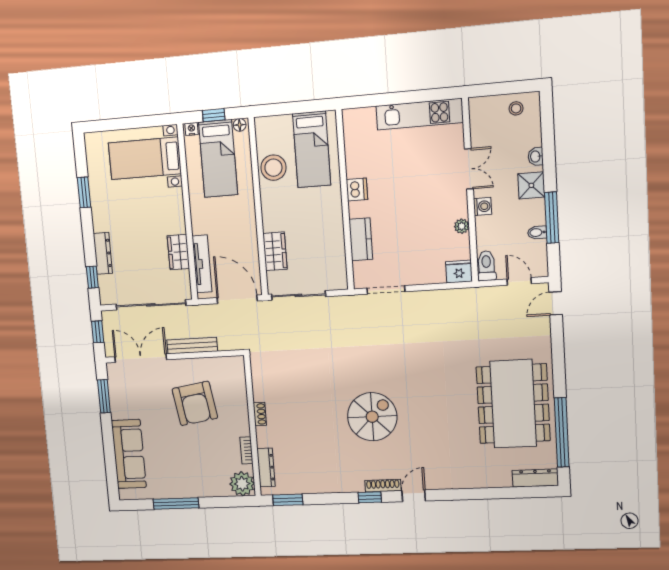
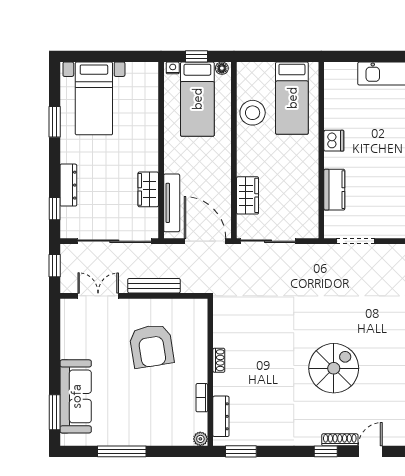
bed with nightstands: (145, 158) -> (94, 98), moved, turned -90
double door: (141, 358) -> (98, 296), width x0.73
window: (104, 396) -> (55, 412), moved
plant: (242, 484) -> (200, 439), width x0.53, depth x0.53

